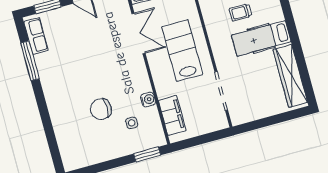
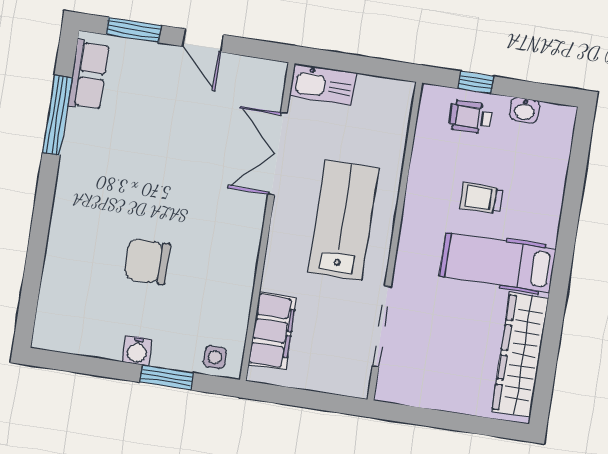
double door: (139, 33) -> (278, 154), swing flipped
water cooler: (148, 99) -> (137, 351), moved, turned 90
side table: (132, 123) -> (215, 357), moved
window: (147, 154) -> (167, 377), moved

